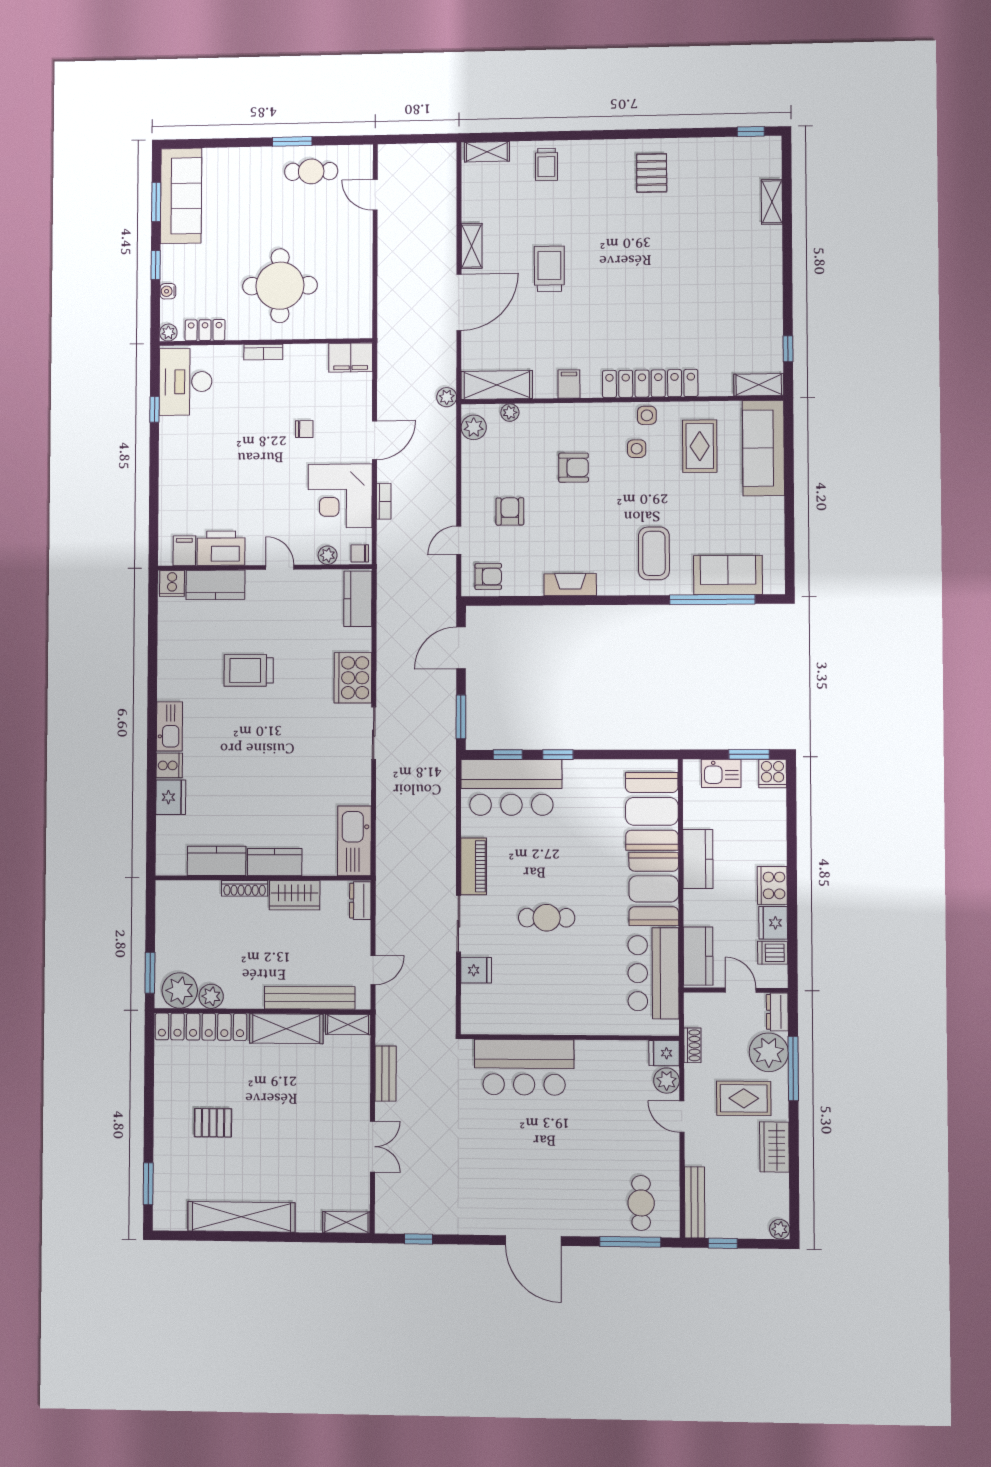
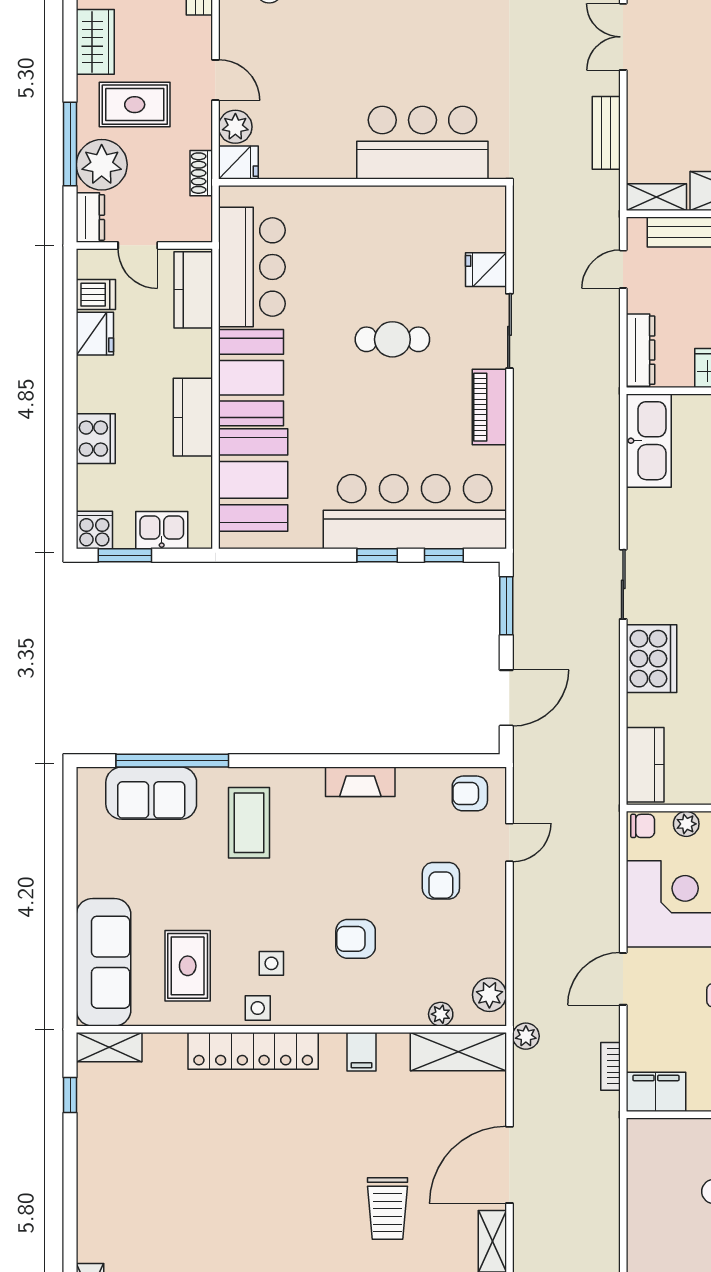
bookcase: (384, 501) -> (610, 1066), moved
bar counter: (511, 787) -> (415, 512), width x1.36
cooker: (772, 885) -> (96, 439), moved
dresser: (360, 901) -> (641, 350), width x1.44

